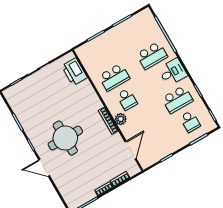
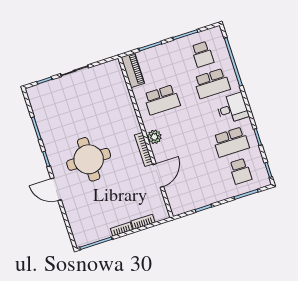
piano: (86, 58) -> (133, 70), added
printer: (74, 72) -> (116, 83), removed
school desk: (127, 99) -> (202, 54), moved
plant: (121, 119) -> (154, 137), moved
door: (131, 150) -> (158, 176), moved

